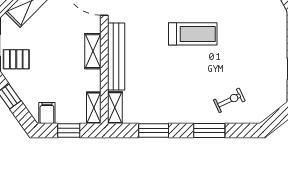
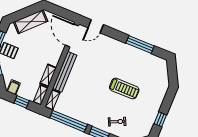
treadmill: (193, 34) -> (124, 89), moved
shelving: (93, 51) -> (48, 75), moved
window: (154, 131) -> (69, 121), width x2.11

